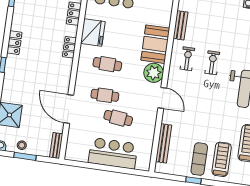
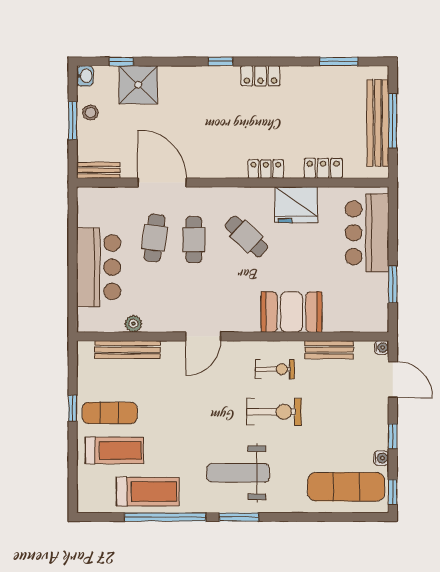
exercise bike: (212, 63) -> (274, 412), width x1.38, depth x1.39
cafe table: (107, 64) -> (246, 236), turned -49
plant: (154, 73) -> (133, 324), moved, width x0.53, depth x0.53
door: (69, 109) -> (162, 183), hinge flipped
cafe table: (118, 118) -> (155, 238), moved

